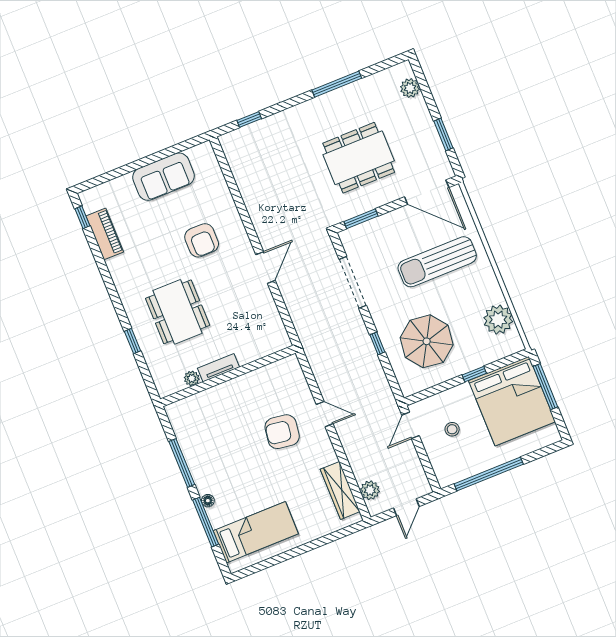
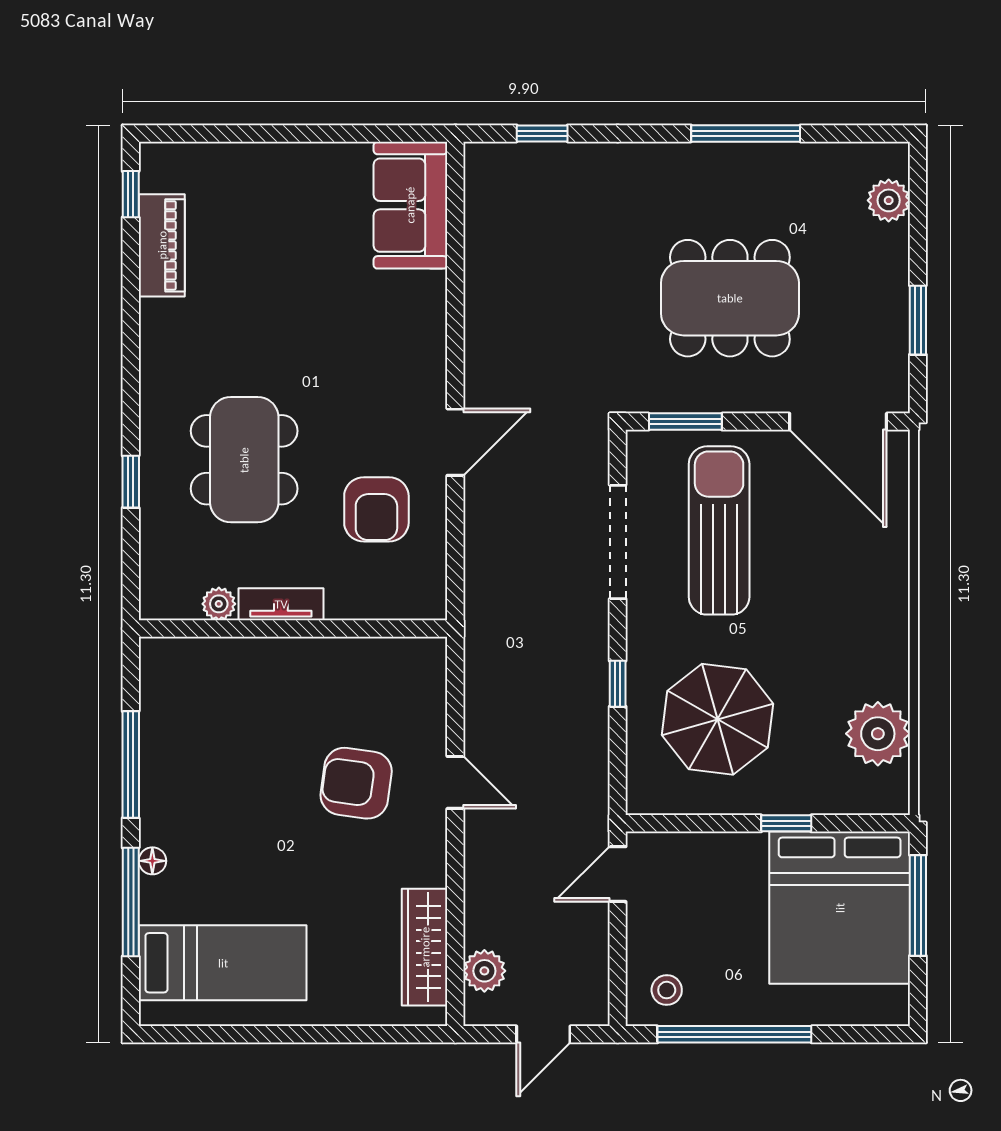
sofa: (163, 177) -> (410, 205), moved, turned 90
armchair: (202, 240) -> (376, 509), moved
sun lounger: (437, 262) -> (719, 530), moved, turned 90
stool: (452, 429) -> (667, 990), moved

